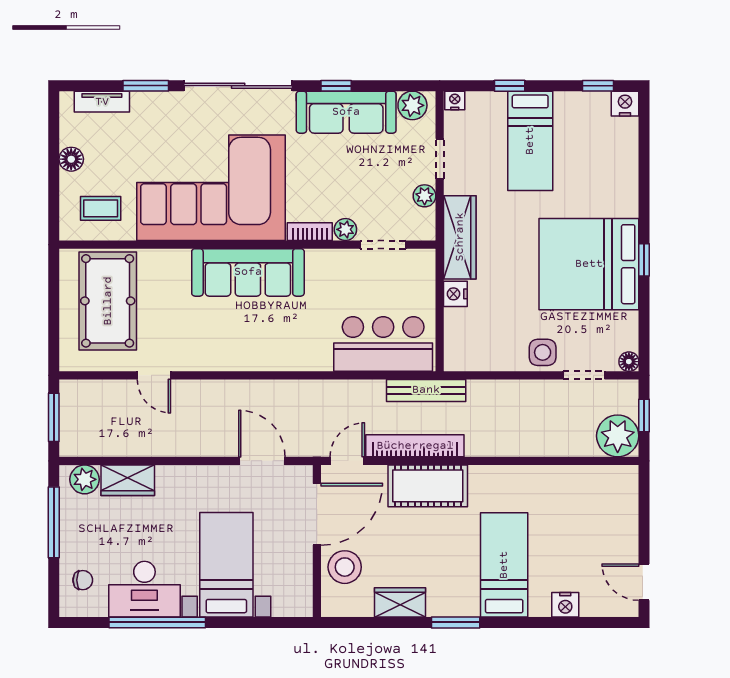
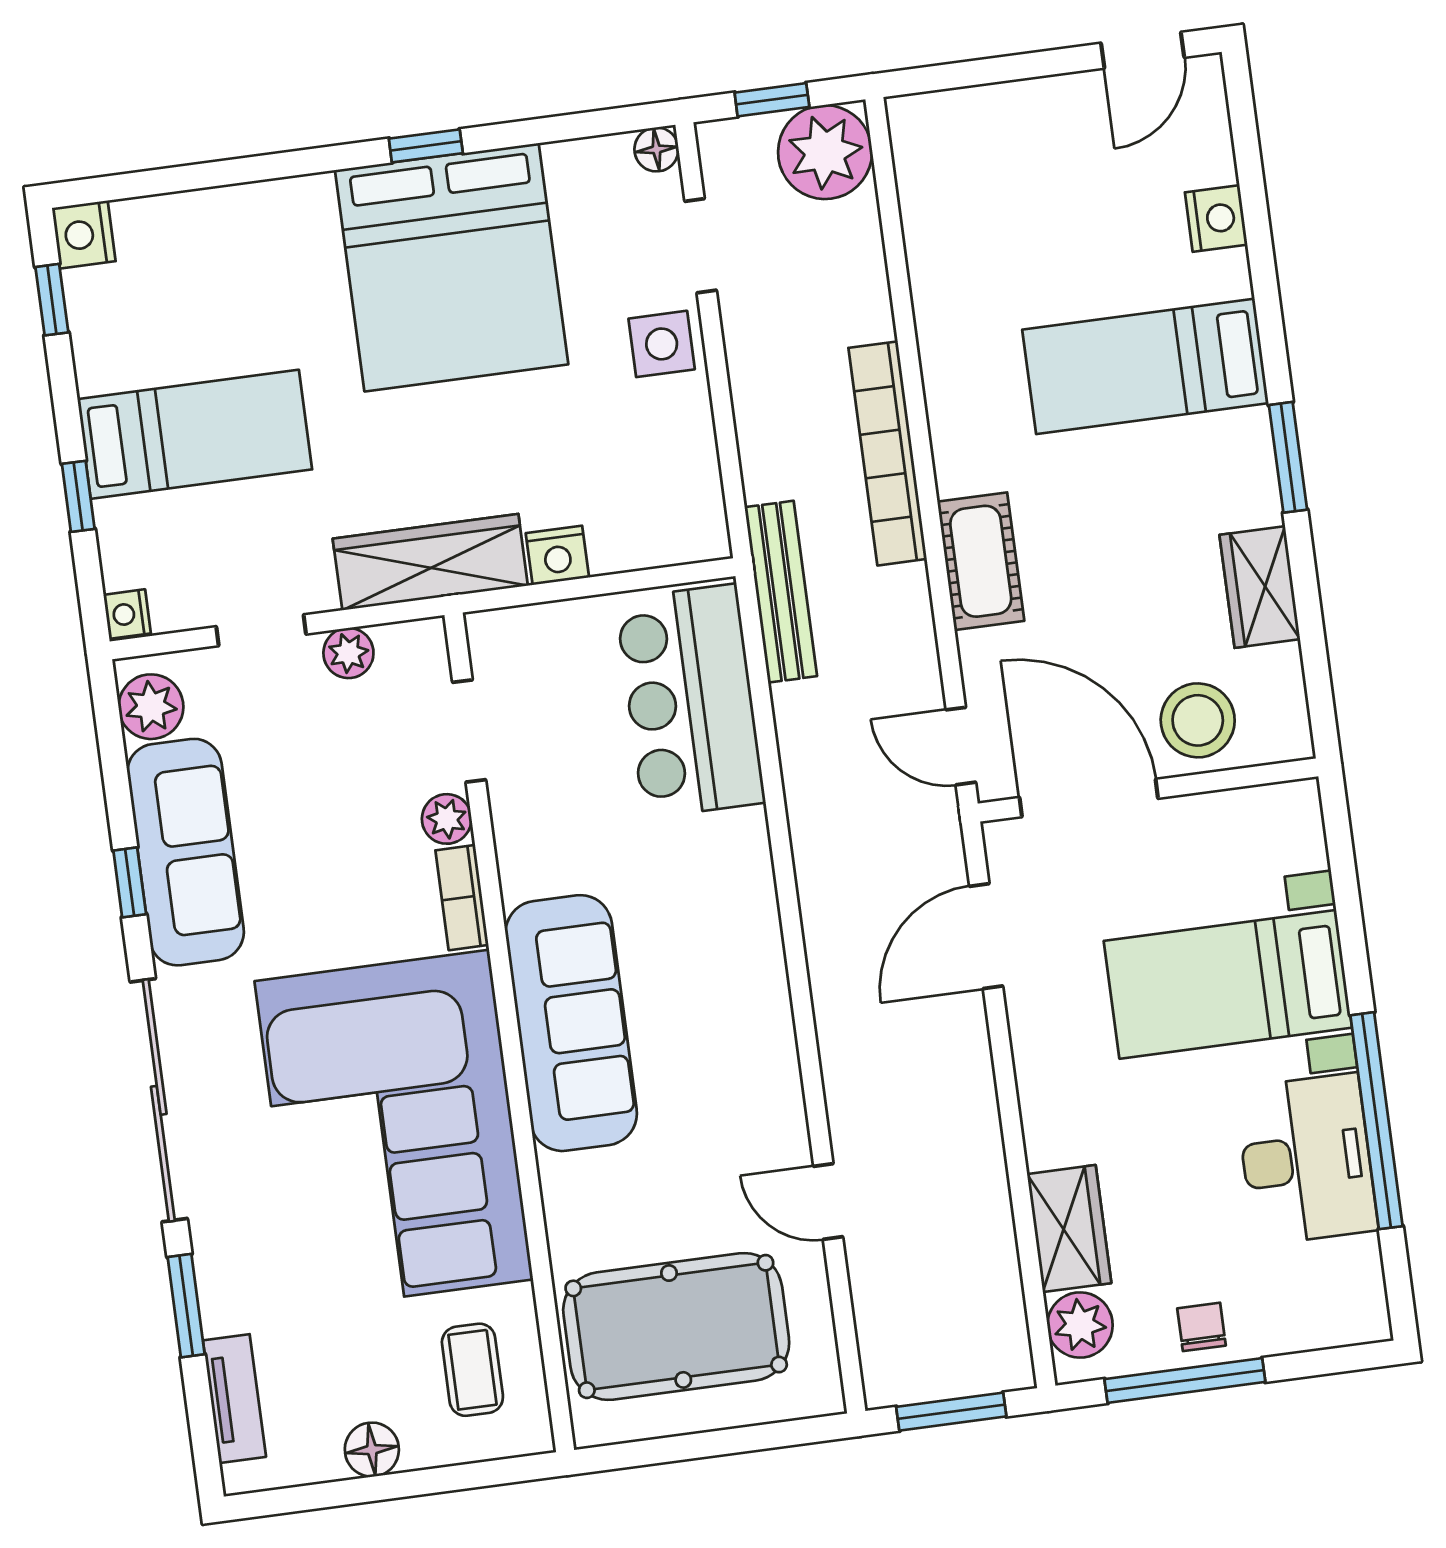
door: (154, 375) -> (828, 1202), swing flipped
bookcase: (415, 446) -> (888, 453), moved
cot: (428, 486) -> (981, 561), width x0.73, depth x0.75
chair: (83, 580) -> (1202, 1327), moved

